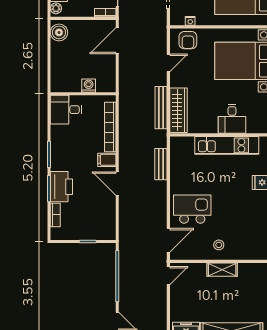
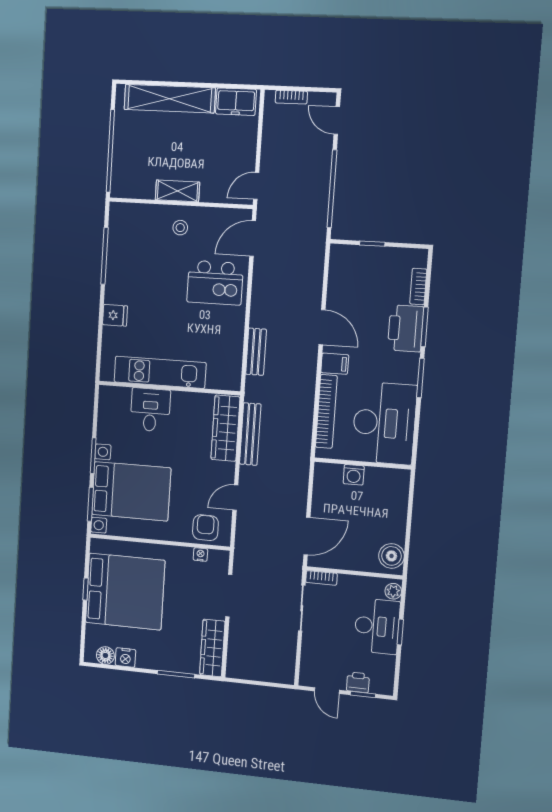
desk: (66, 110) -> (384, 423), width x1.87, depth x1.30

